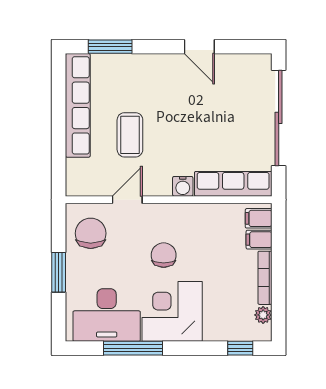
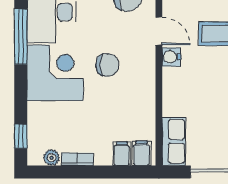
row of seats: (233, 184) -> (174, 141), width x0.68
water cooler: (183, 186) -> (171, 57), moved
bookcase: (265, 278) -> (77, 159), width x0.64

